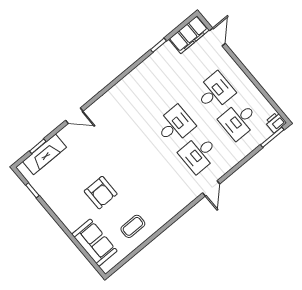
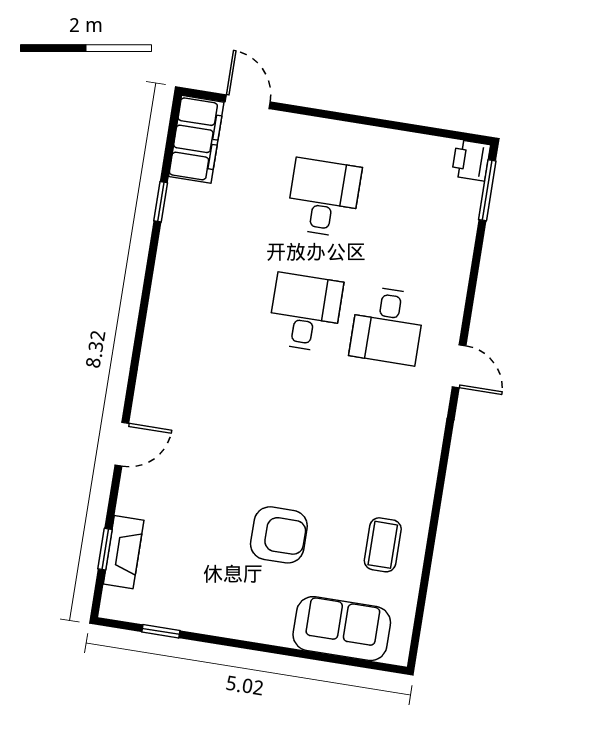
desk: (239, 120) -> (406, 211), removed
fireplace: (45, 154) -> (124, 552), width x0.73, depth x0.76

